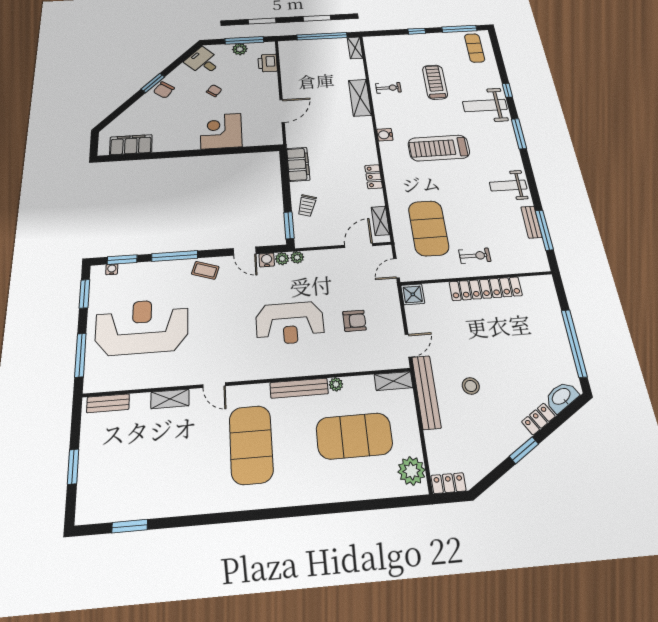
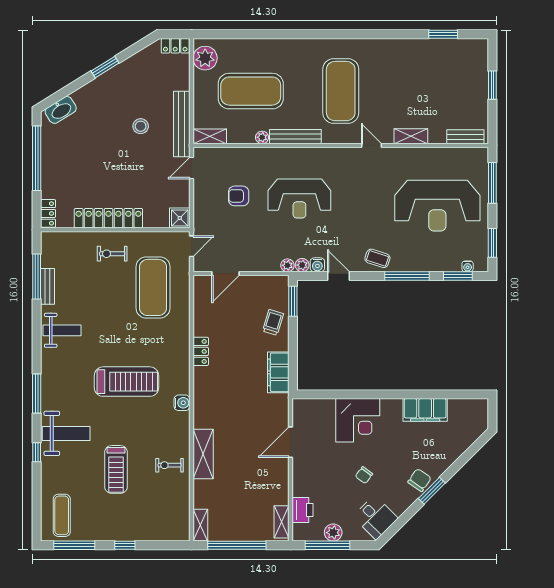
filing cabinet: (131, 145) -> (425, 410), moved
shelving: (380, 221) -> (281, 522), moved
reception desk: (290, 323) -> (299, 198), turned 180
locker: (538, 419) -> (48, 213), moved, turned -58

